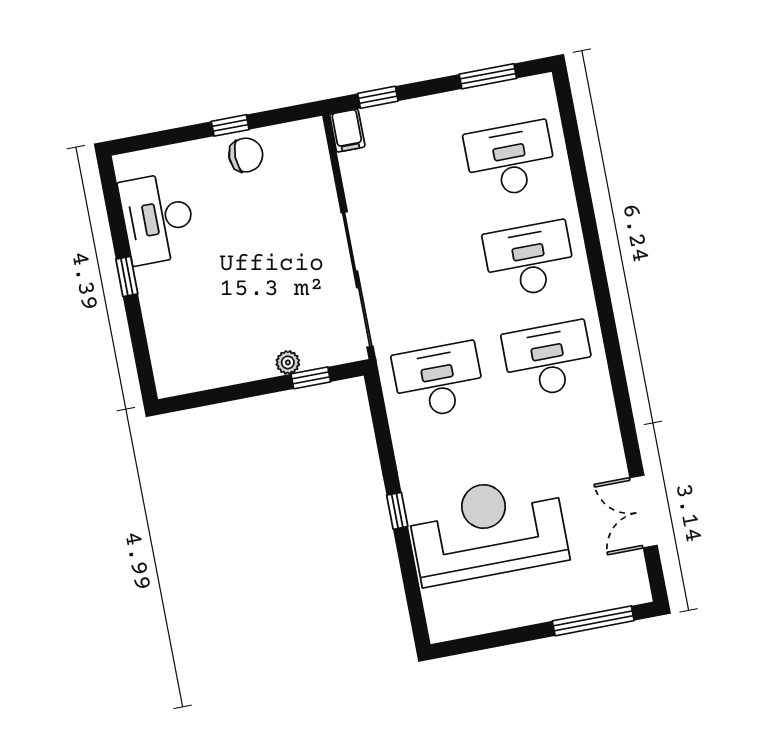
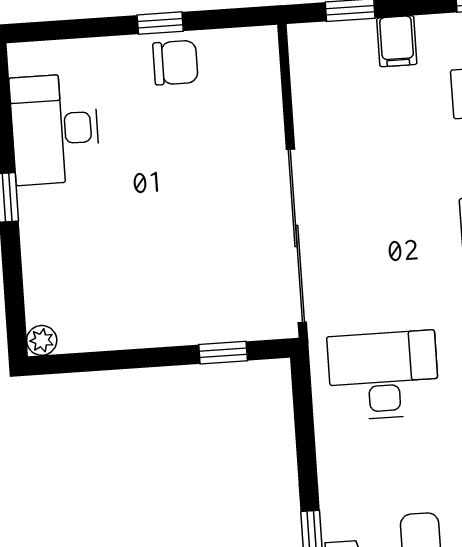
filing cabinet: (347, 131) -> (397, 41), moved
plant: (288, 362) -> (42, 340), moved

